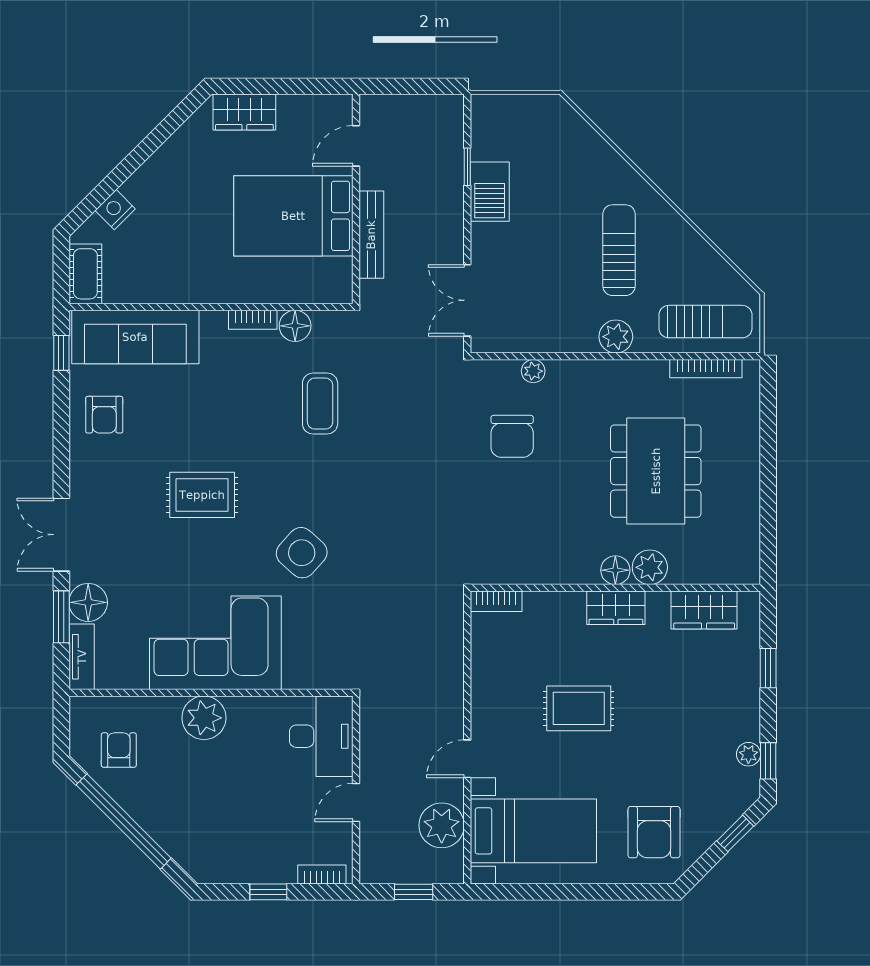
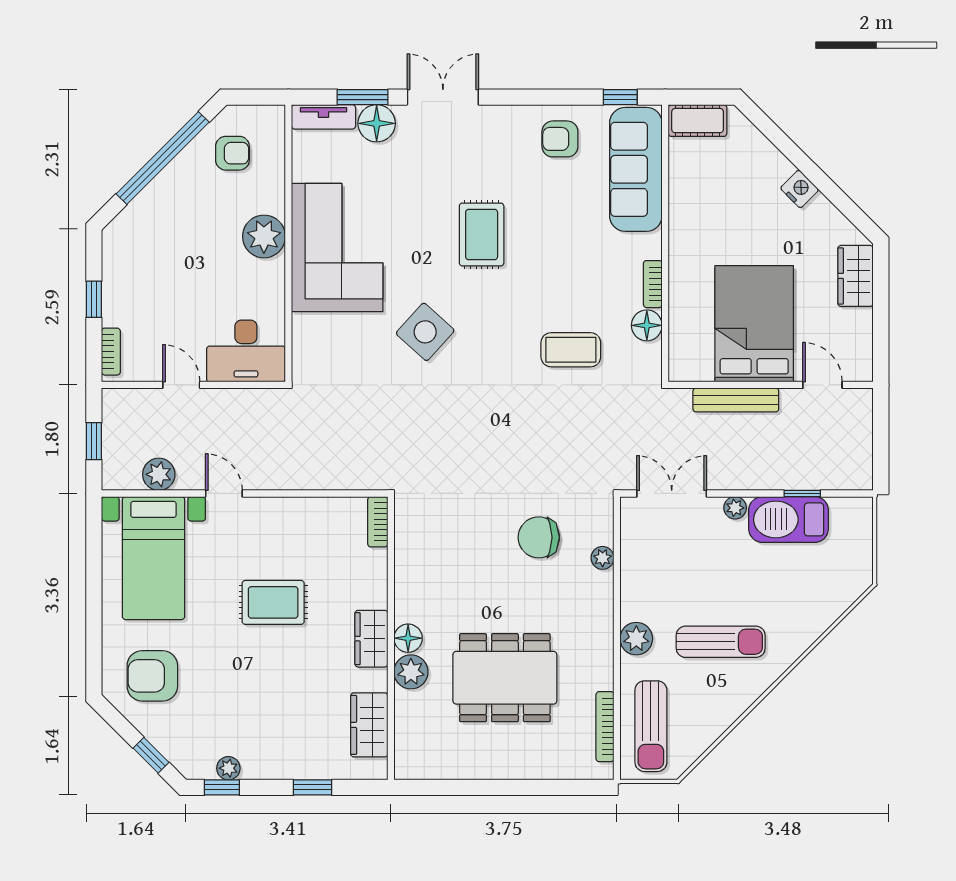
barbecue: (490, 192) -> (789, 519), width x1.37, depth x1.21
nightstand: (115, 210) -> (800, 189), moved
plant: (482, 235) -> (735, 508), added
rug: (579, 708) -> (273, 602), turned 90
plant: (442, 825) -> (159, 474), width x0.73, depth x0.73

